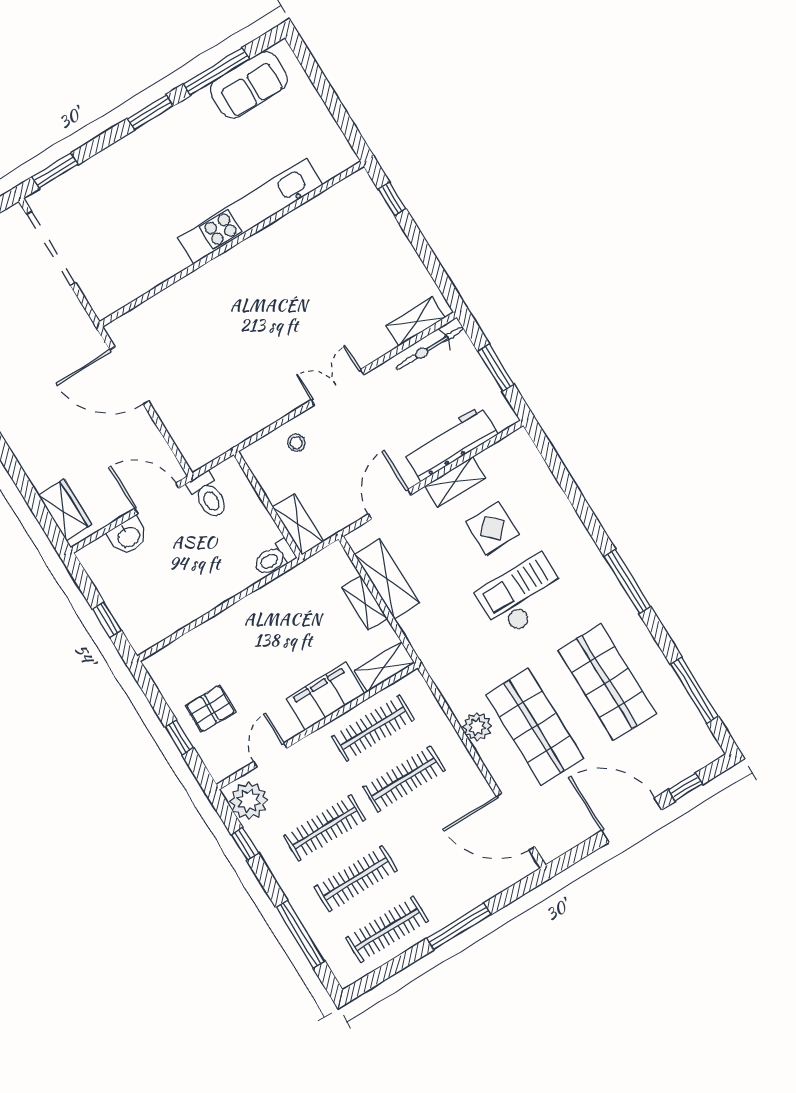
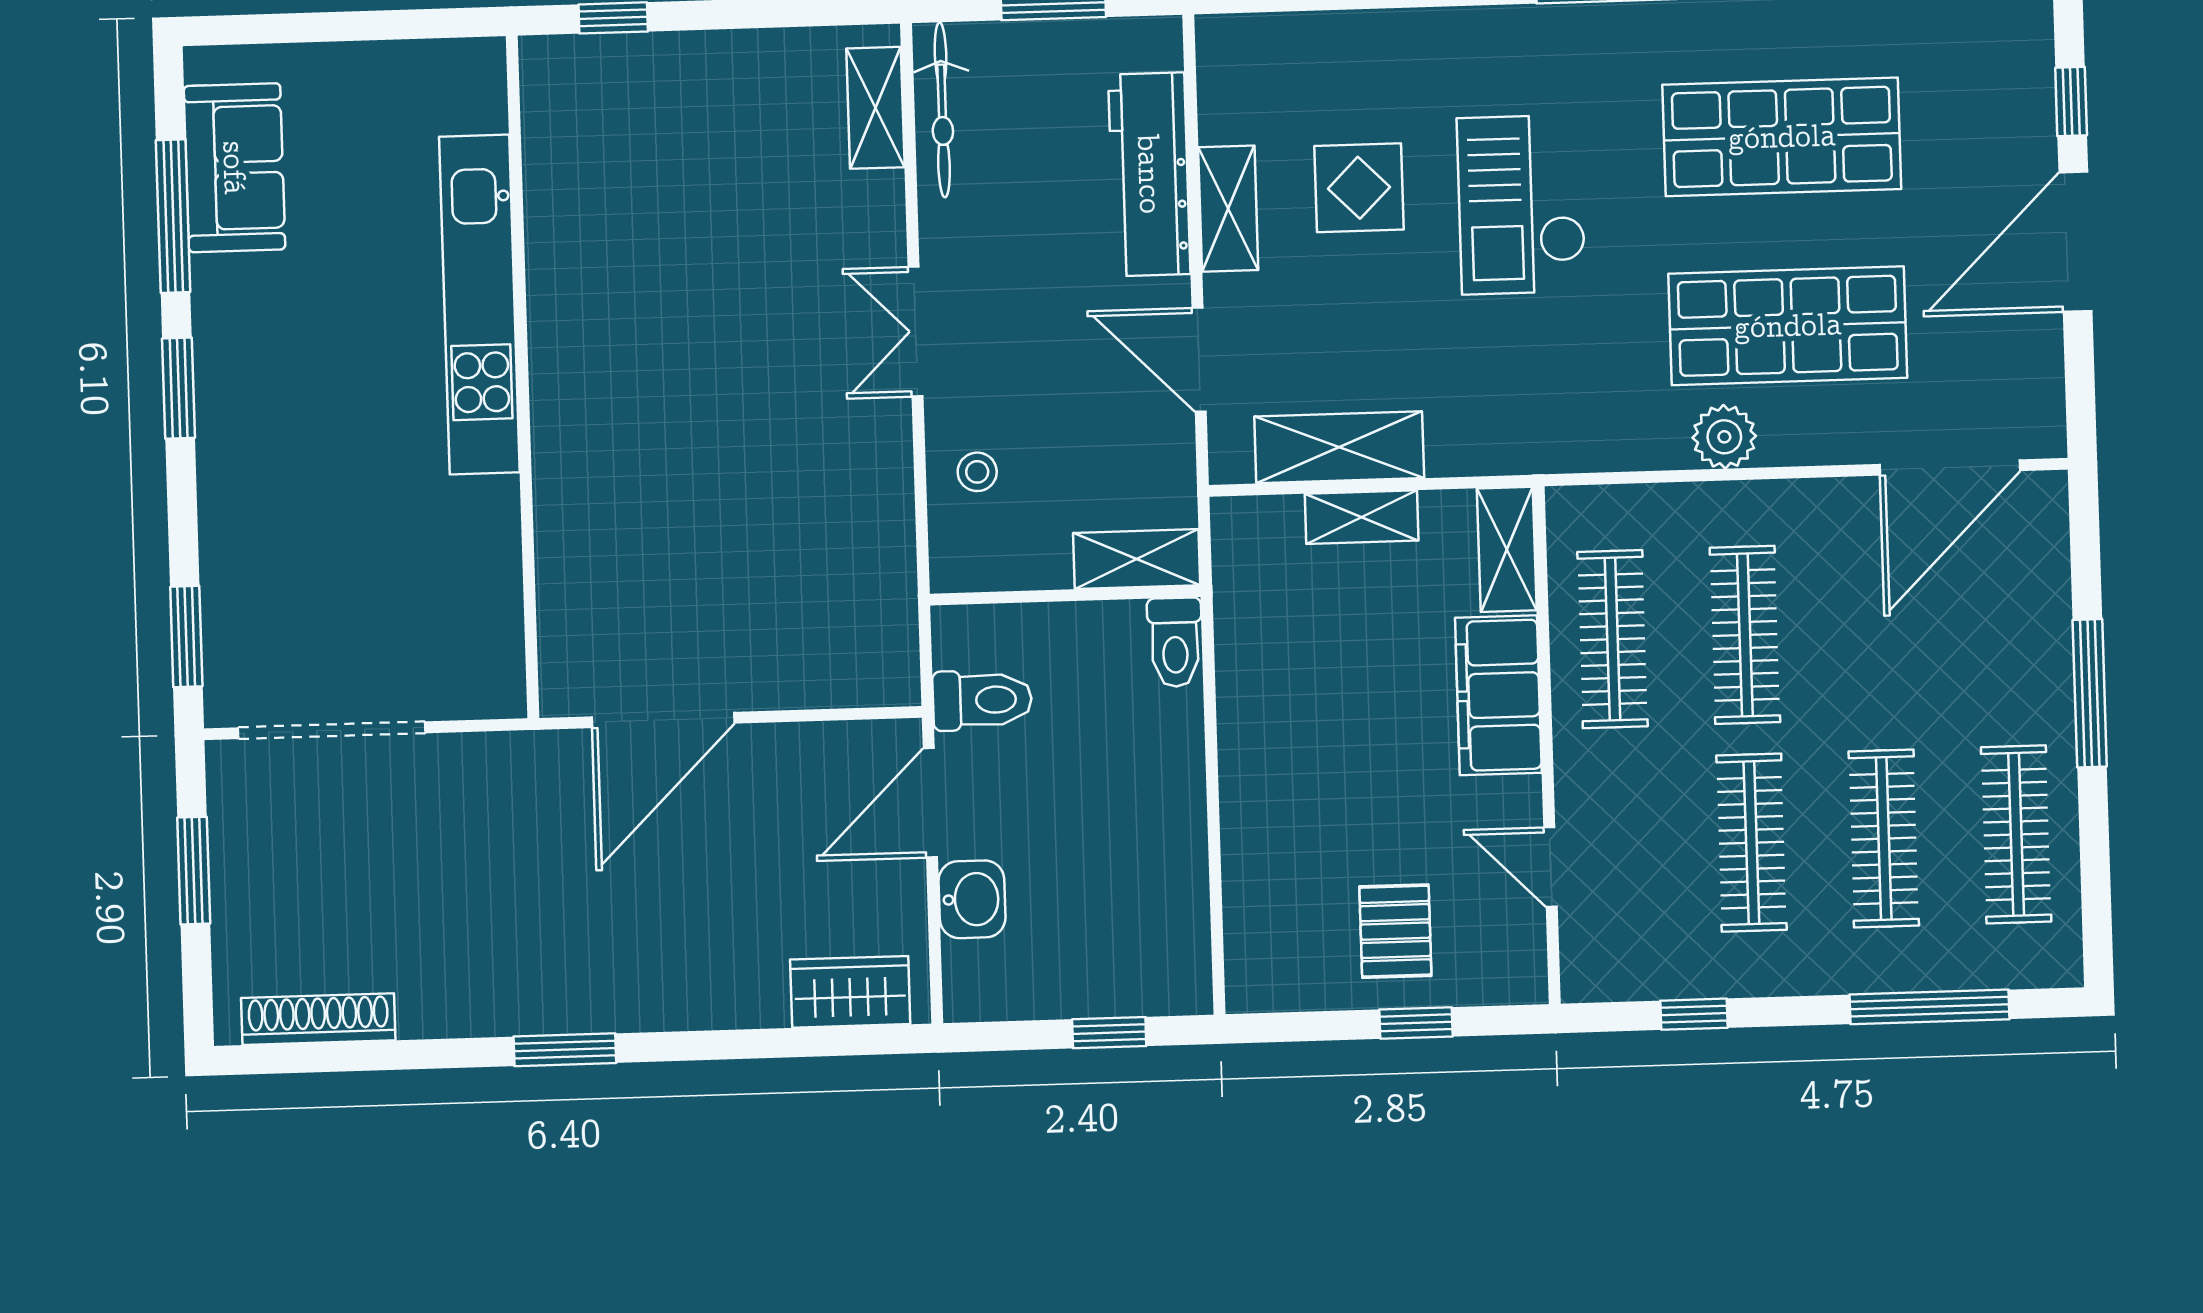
plant: (249, 801) -> (1615, 959), removed

